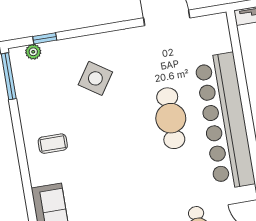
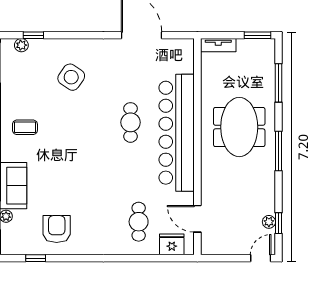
cafe table: (171, 118) -> (131, 122), width x0.73, depth x0.74

